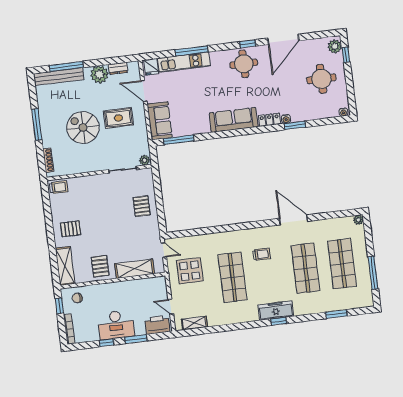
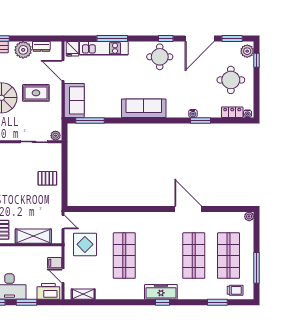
window: (317, 35) -> (232, 39), added
locker: (269, 120) -> (232, 112), moved
pallet: (142, 206) -> (47, 178), turned 90
trolley: (262, 254) -> (235, 290), moved
filing cabinet: (160, 294) -> (55, 263), added

